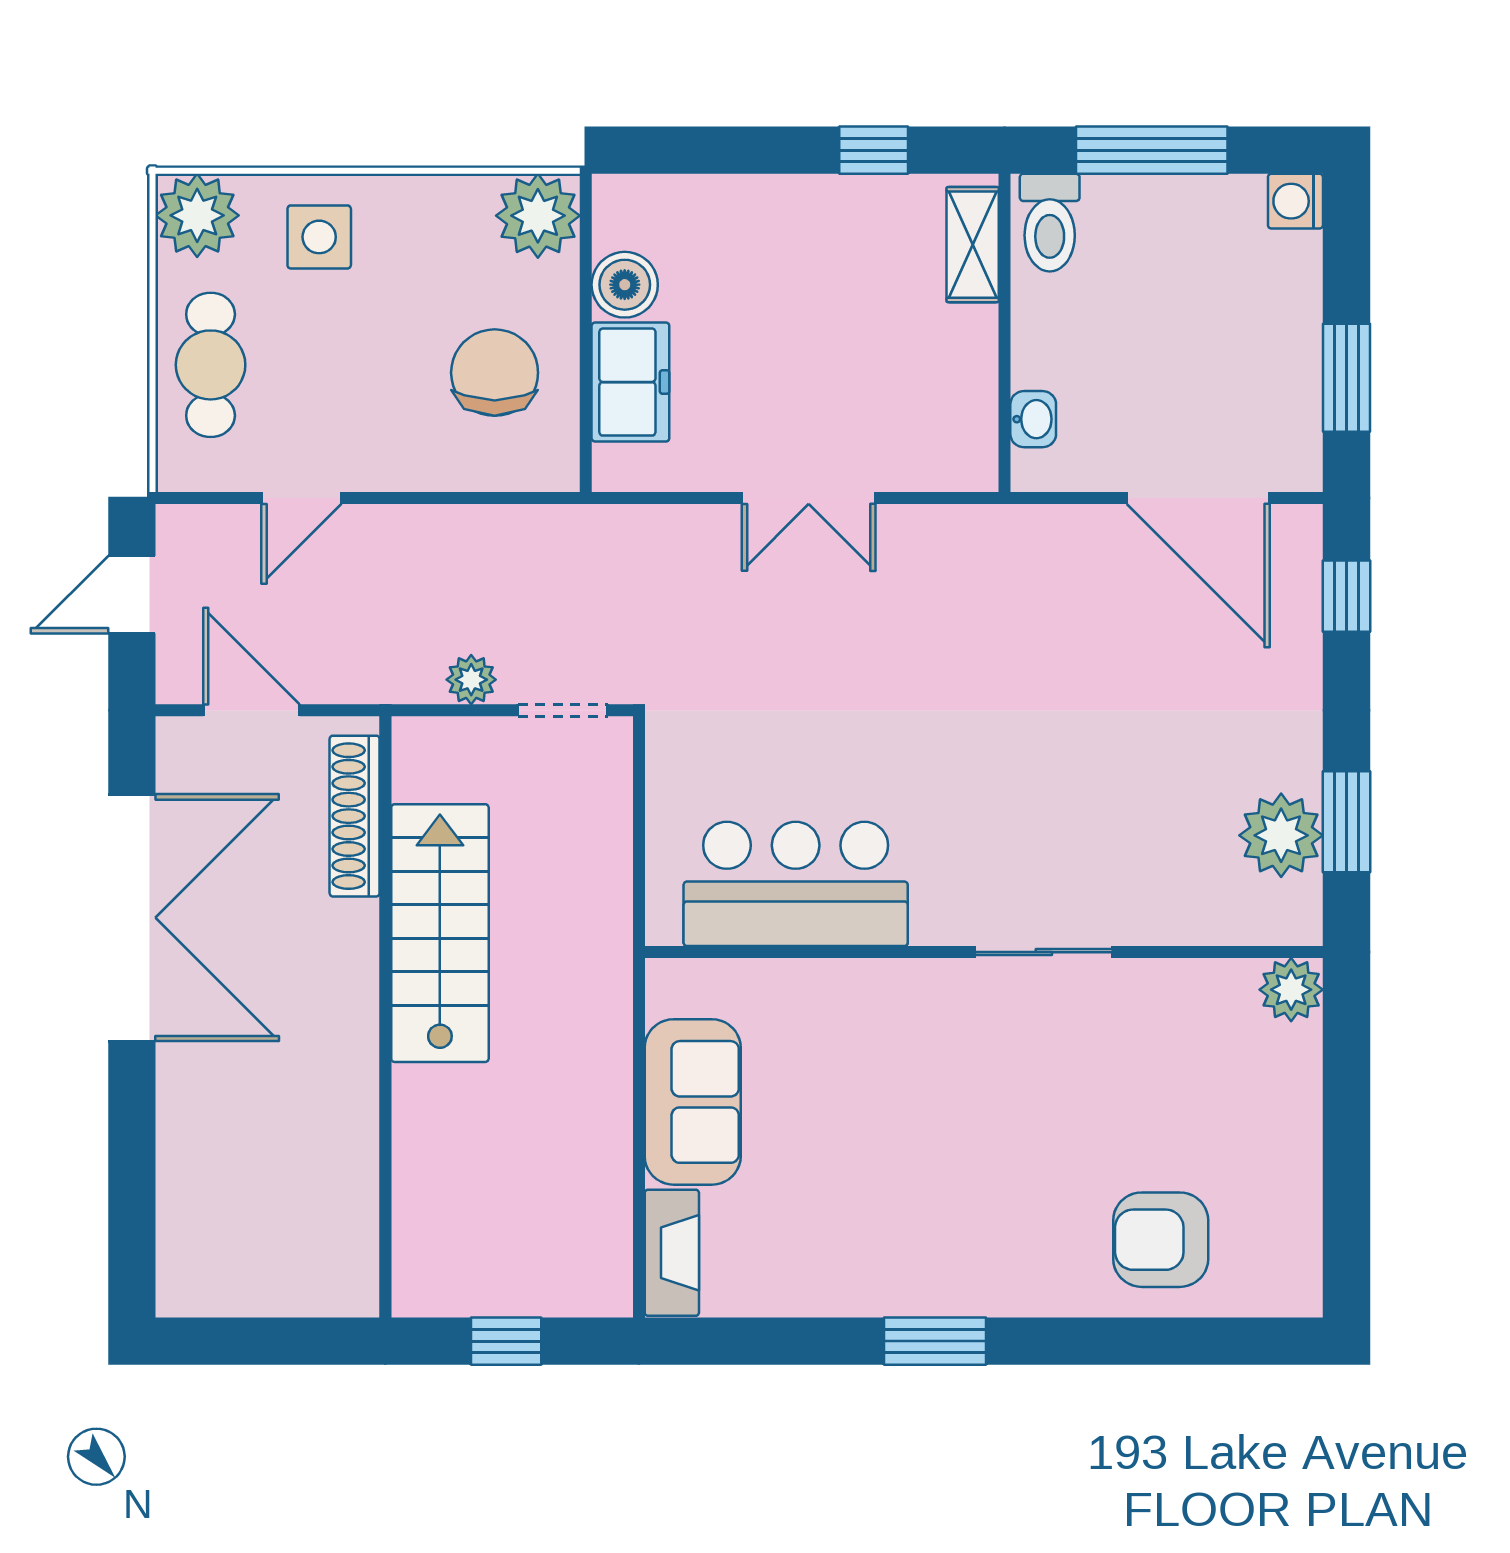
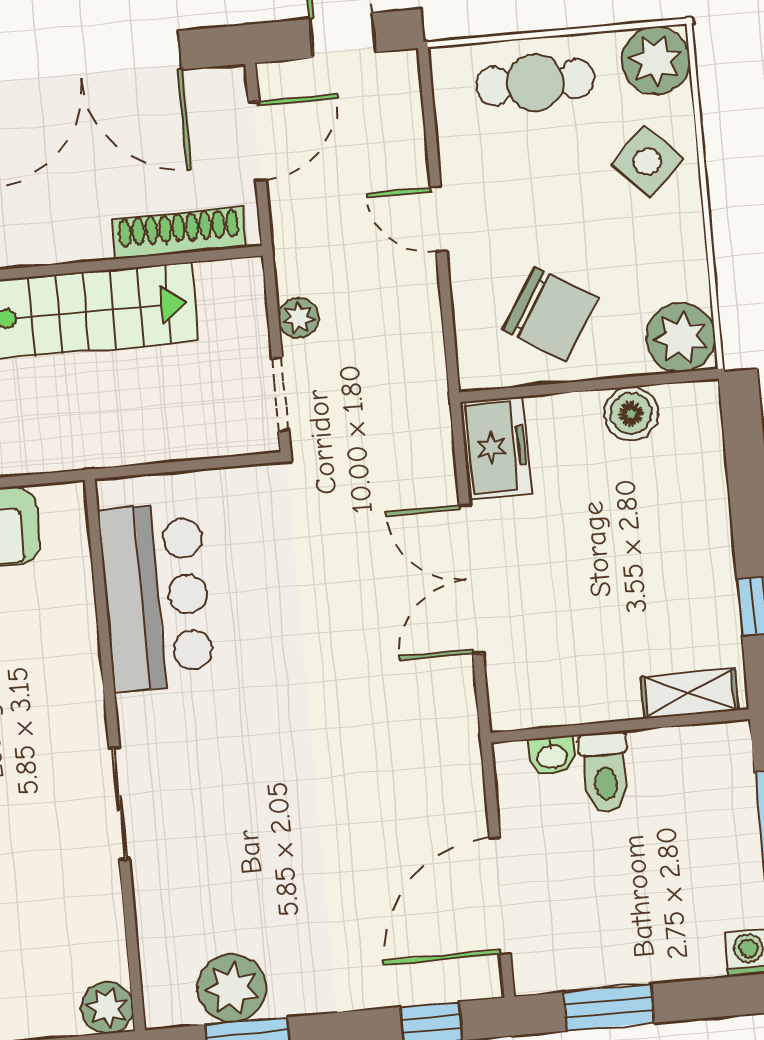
toilet: (1050, 223) -> (605, 772), moved, turned -90
side table: (319, 237) -> (647, 161), turned 45
chair: (495, 373) -> (550, 314), turned 32
freezer: (630, 382) -> (496, 448), moved, turned -90
door: (301, 498) -> (439, 219), moved
double door: (809, 498) -> (471, 579), width x1.37

